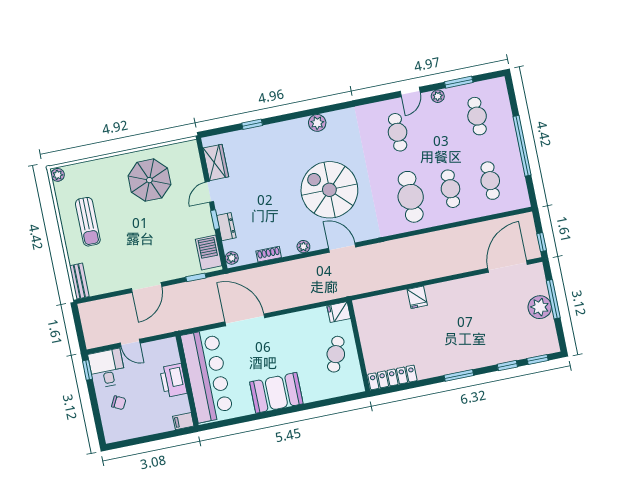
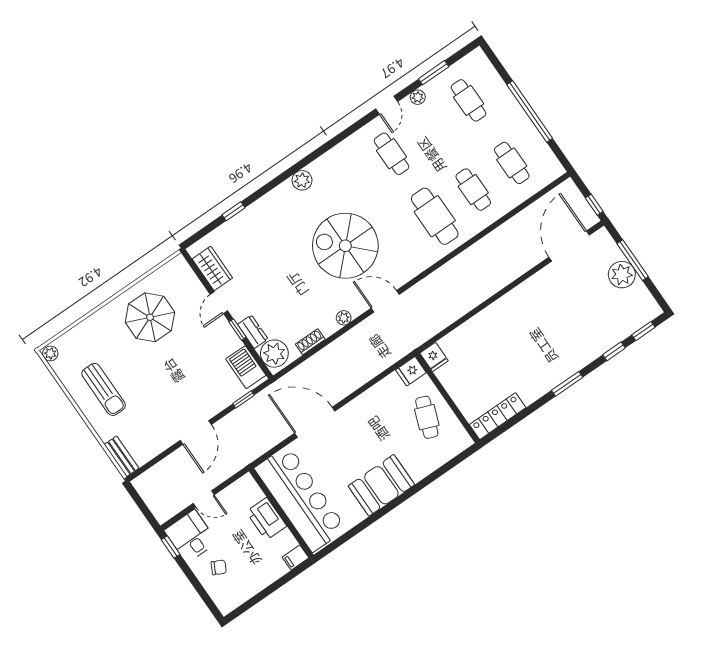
plant: (232, 258) -> (274, 354), width x1.87, depth x1.87
fridge: (417, 297) -> (434, 357), moved

